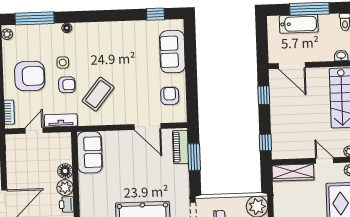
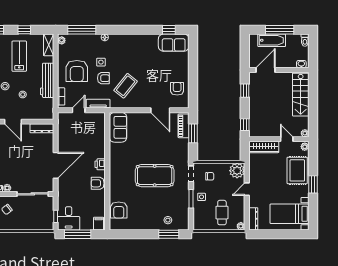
sofa: (172, 52) -> (174, 43), moved, turned -90
door: (292, 65) -> (266, 70), swing flipped
armchair: (30, 76) -> (77, 71), turned 90
floor lamp: (65, 171) -> (100, 140), removed
plant: (65, 188) -> (99, 152), removed

